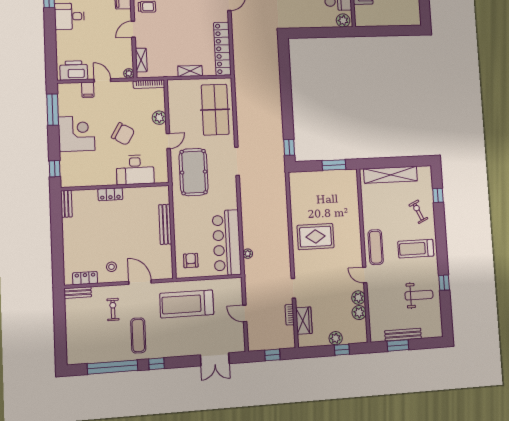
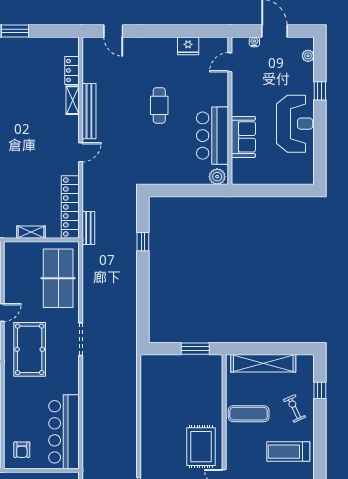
bench: (239, 66) -> (88, 228), added
window: (289, 147) -> (143, 242), moved
rug: (316, 237) -> (201, 447), moved, turned 90
exercise mat: (376, 247) -> (249, 414), moved, turned 90
plant: (248, 254) -> (88, 446), removed
armchair: (191, 261) -> (22, 450), turned 180

